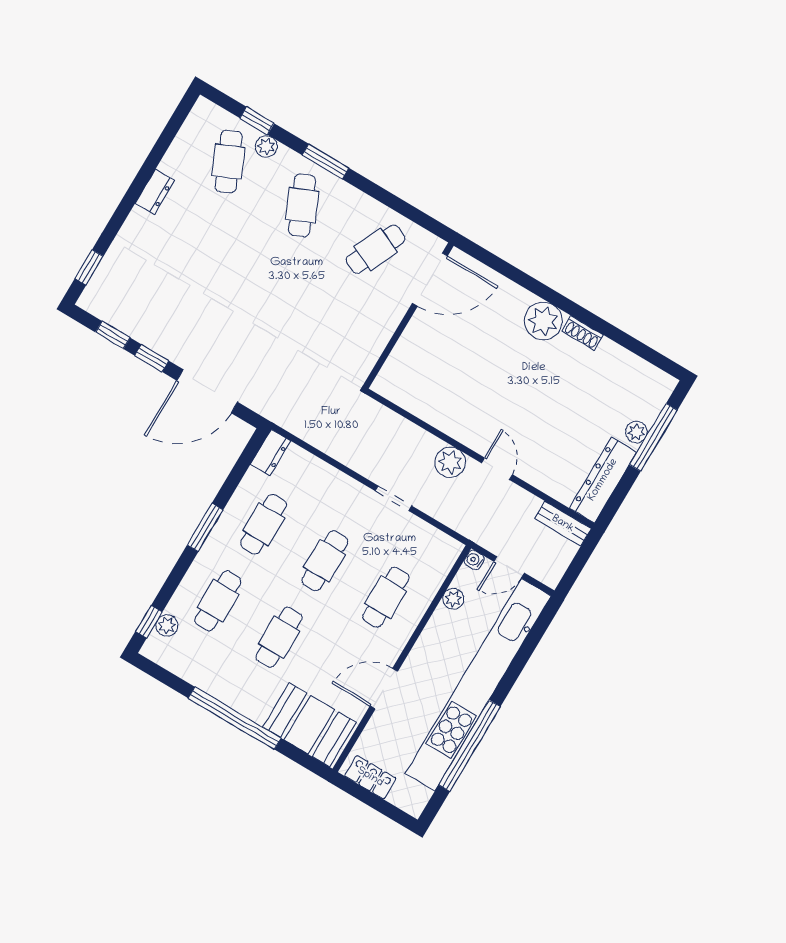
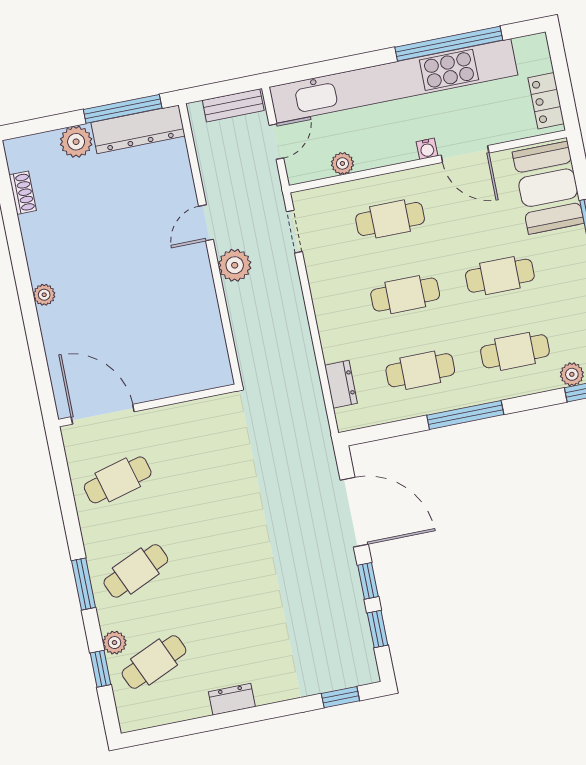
cafe table: (376, 249) -> (118, 480), turned -39
plant: (543, 321) -> (44, 295), width x0.53, depth x0.53
shoe rack: (582, 333) -> (23, 193), moved
plant: (636, 432) -> (76, 142), width x1.38, depth x1.38
window: (653, 437) -> (123, 109), moved
dresser: (271, 452) -> (341, 384), moved, turned 90
doorway: (393, 498) -> (294, 232), moved
bench: (563, 524) -> (233, 105), moved, turned 90
window: (205, 527) -> (465, 415), width x1.44
water cooler: (474, 560) -> (427, 149), moved
door: (509, 567) -> (276, 142), hinge flipped

